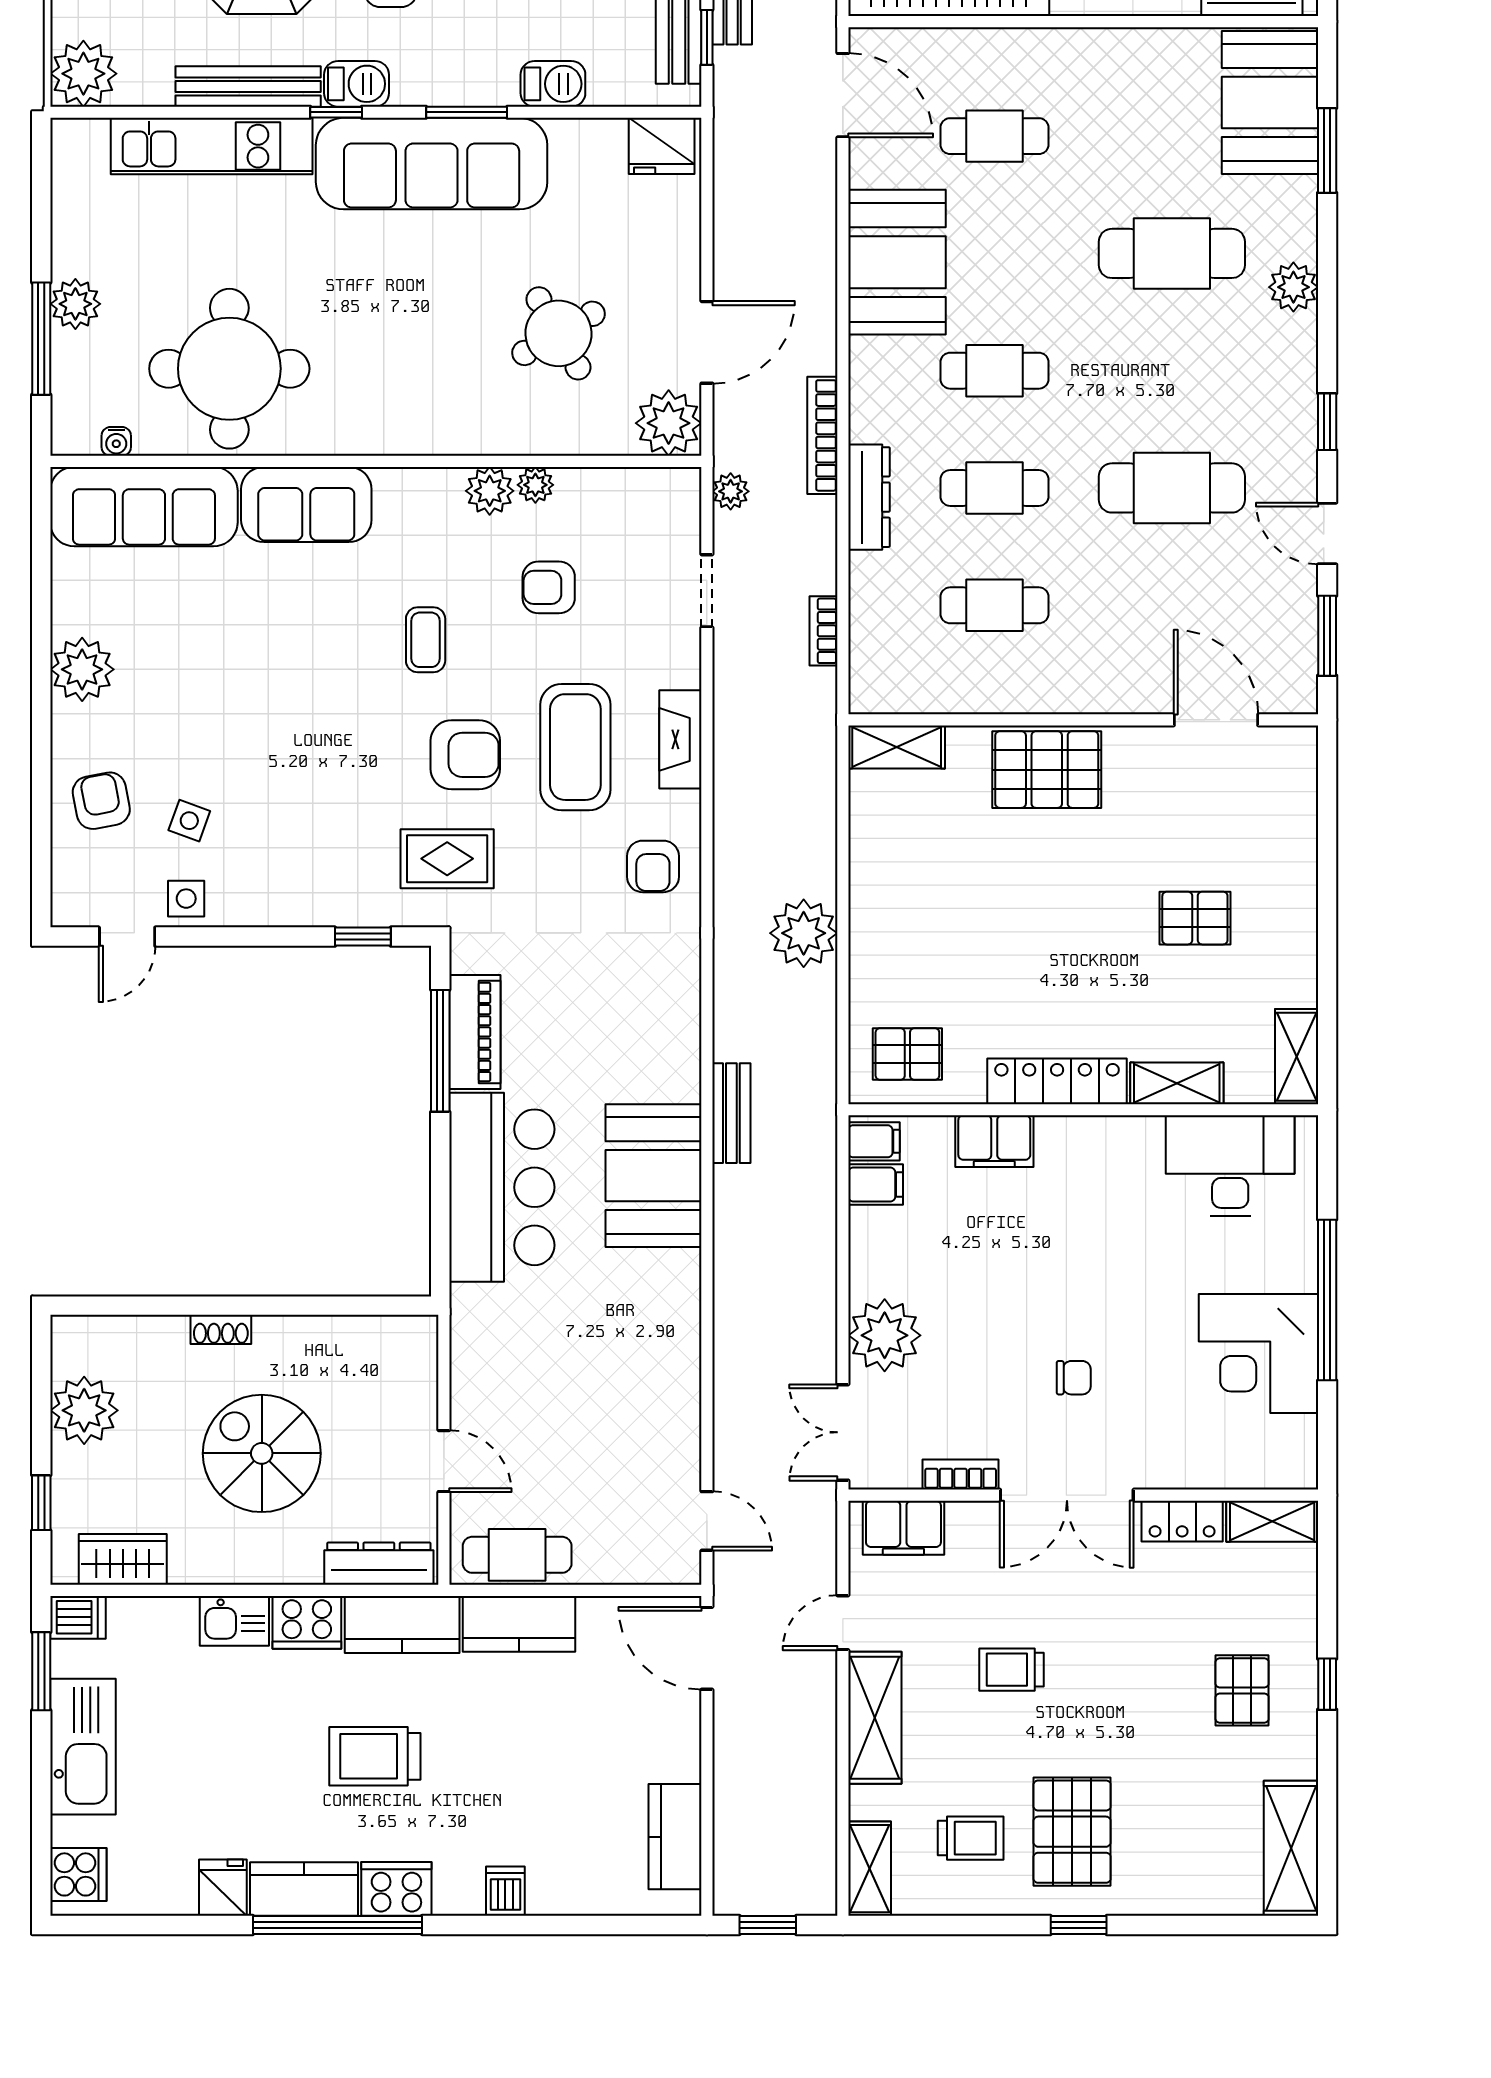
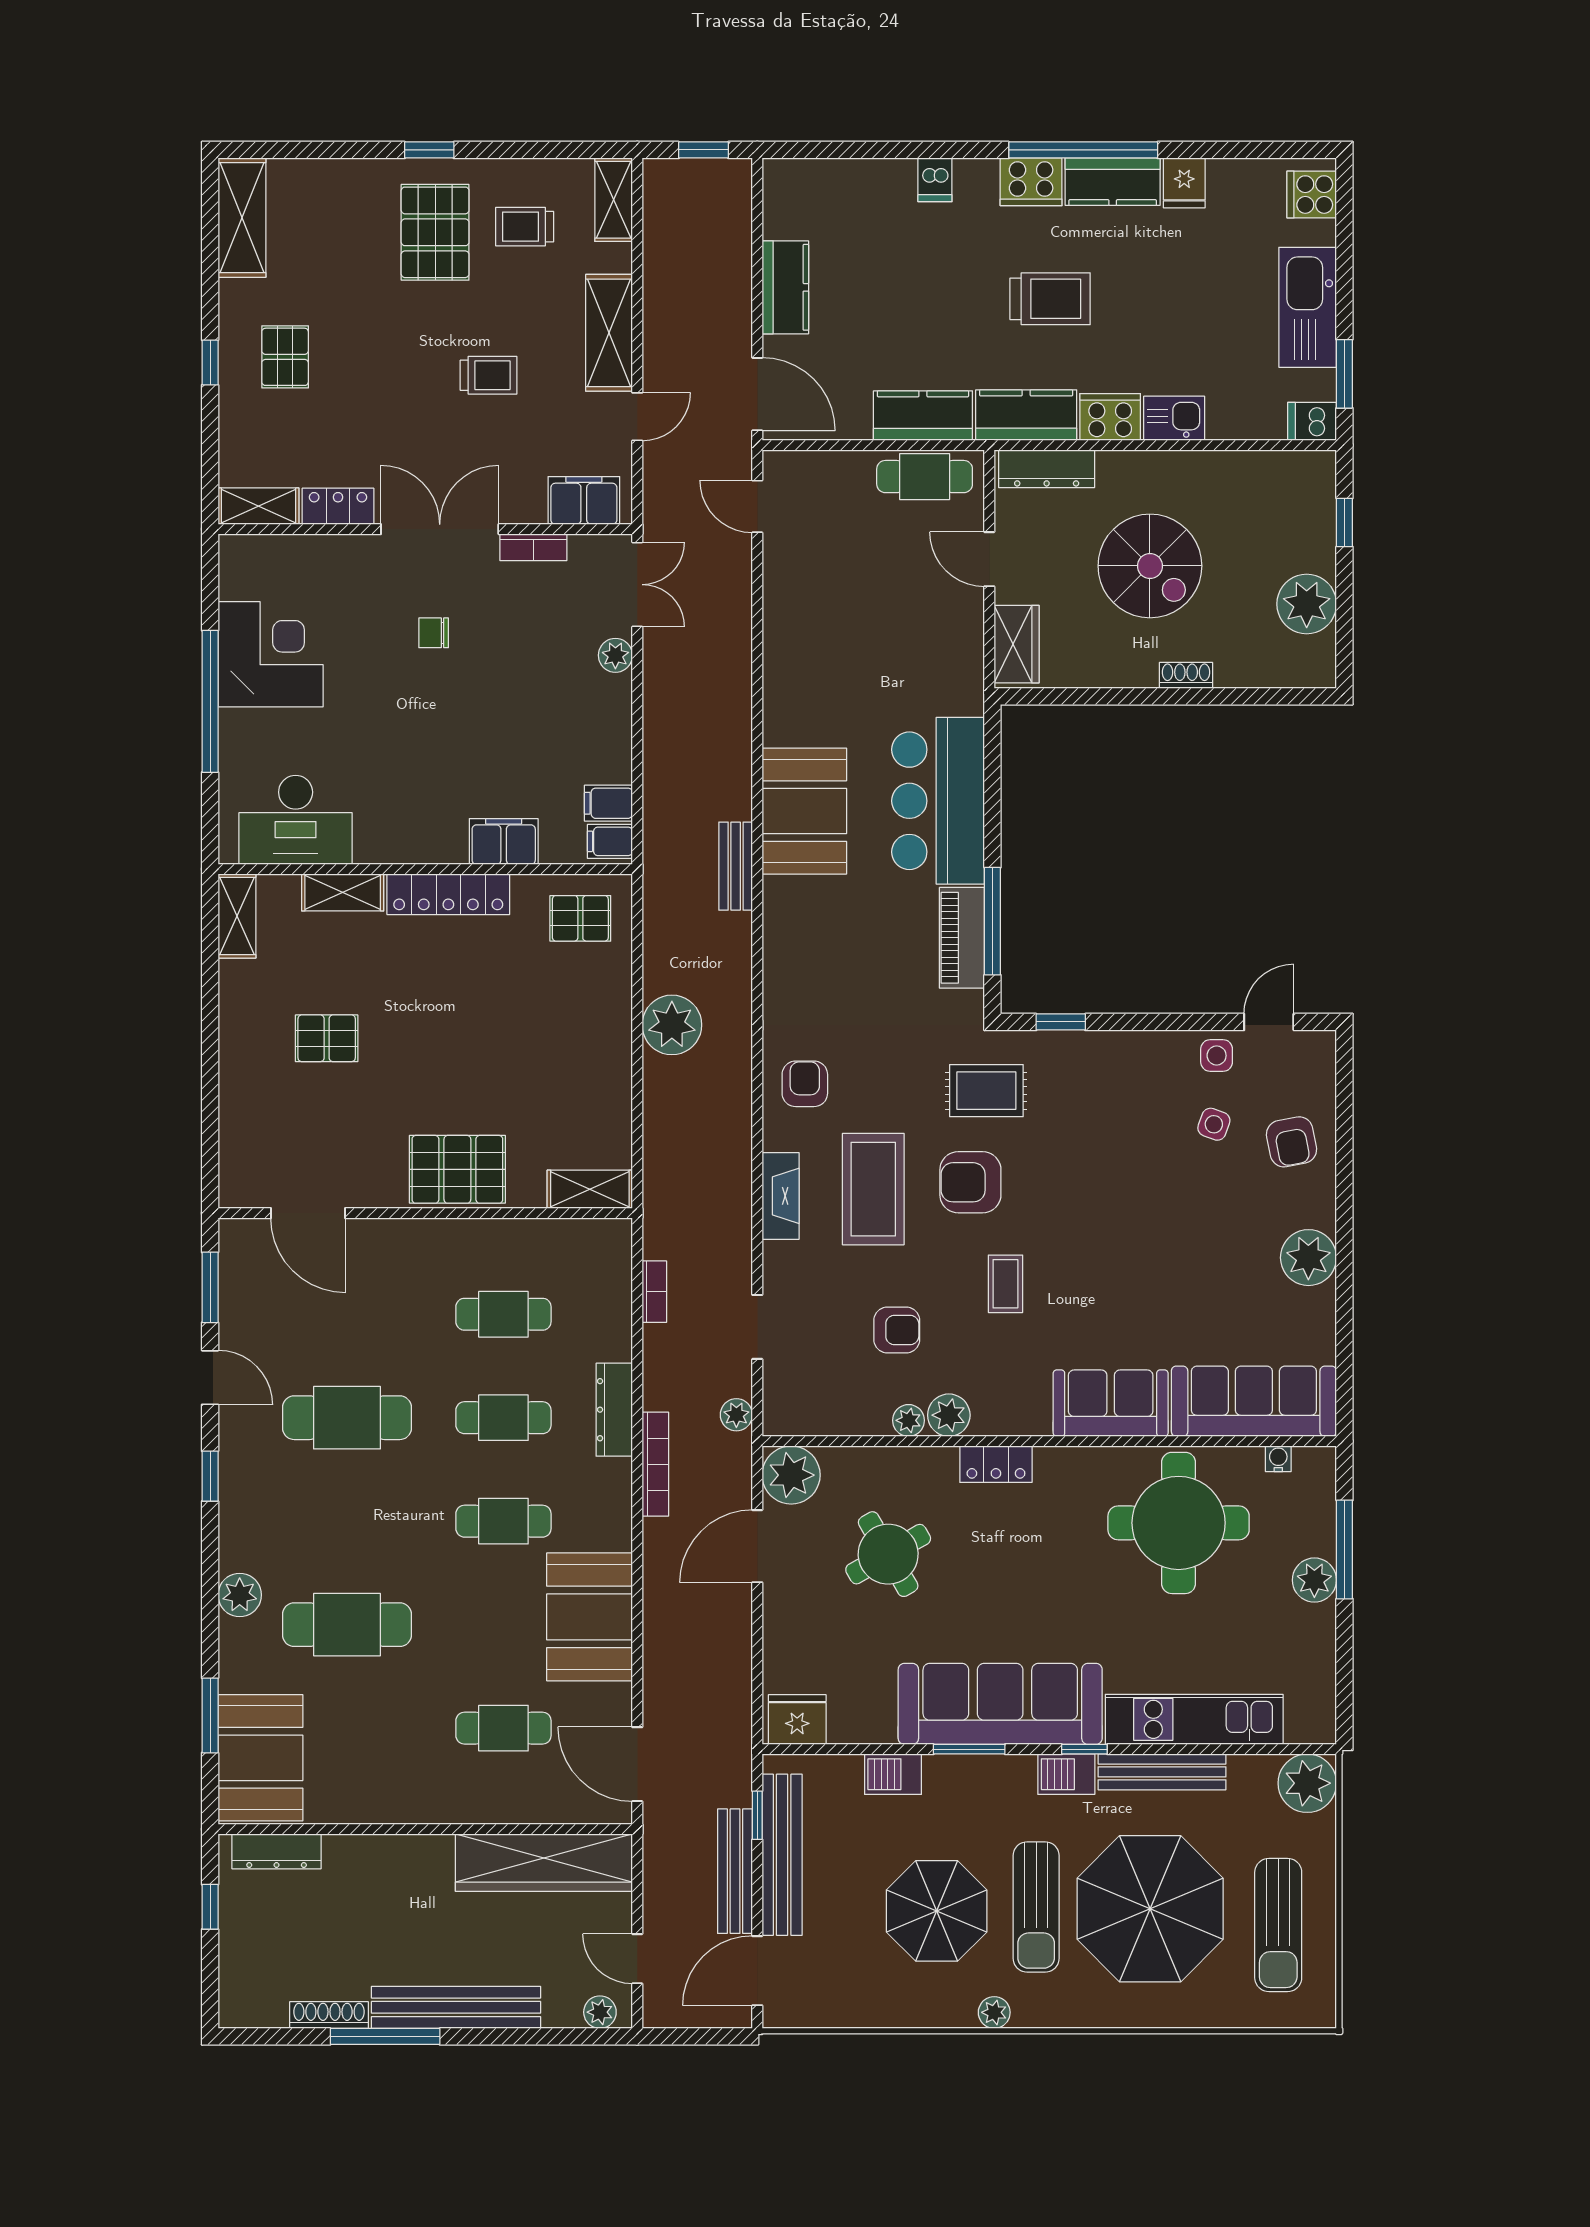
locker: (436, 435) -> (996, 1464), added
plant: (885, 1335) -> (615, 655), width x0.53, depth x0.53
wardrobe: (123, 1559) -> (1017, 644), moved, turned -90
kitchen counter: (675, 1837) -> (785, 287), moved

